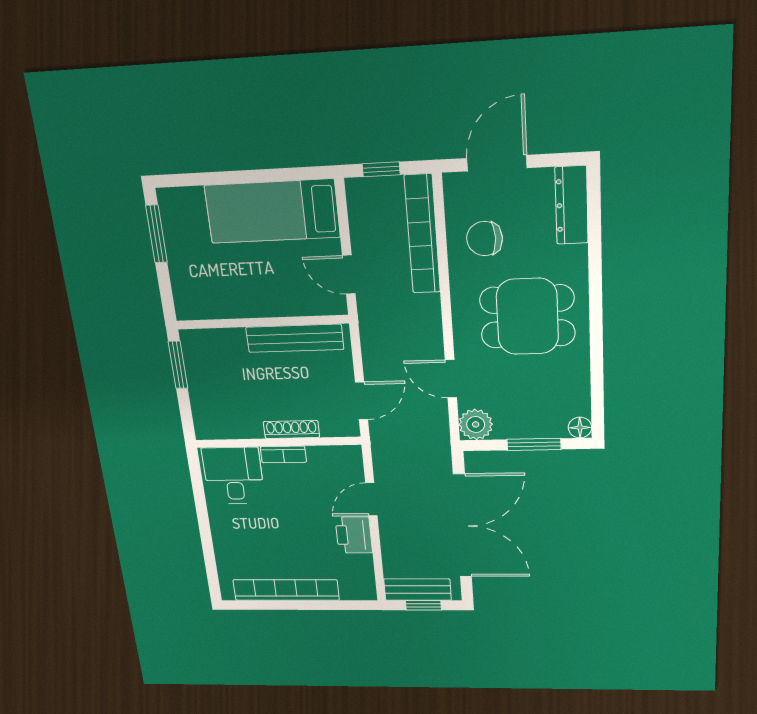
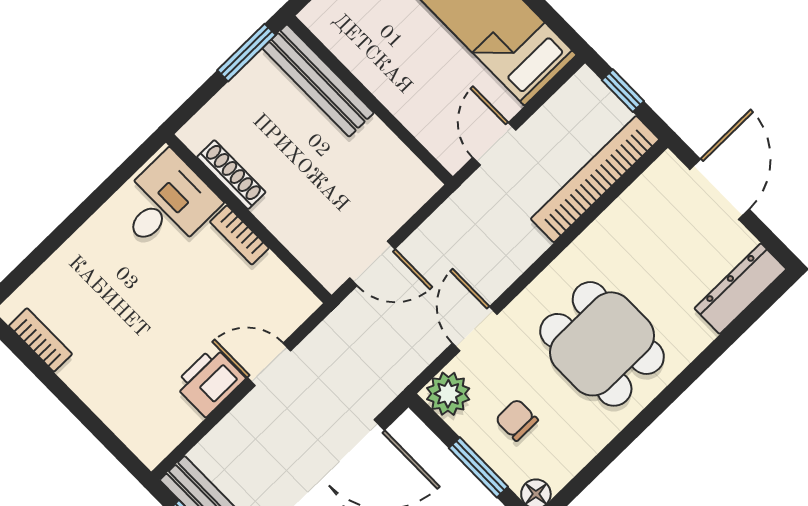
door: (497, 163) -> (719, 189), hinge flipped
chair: (485, 239) -> (517, 420), moved, width x0.73, depth x0.73
bench: (295, 338) -> (318, 81), moved
shoe rack: (291, 429) -> (231, 175), moved
bookcase: (286, 590) -> (40, 340), width x0.43, depth x0.76

